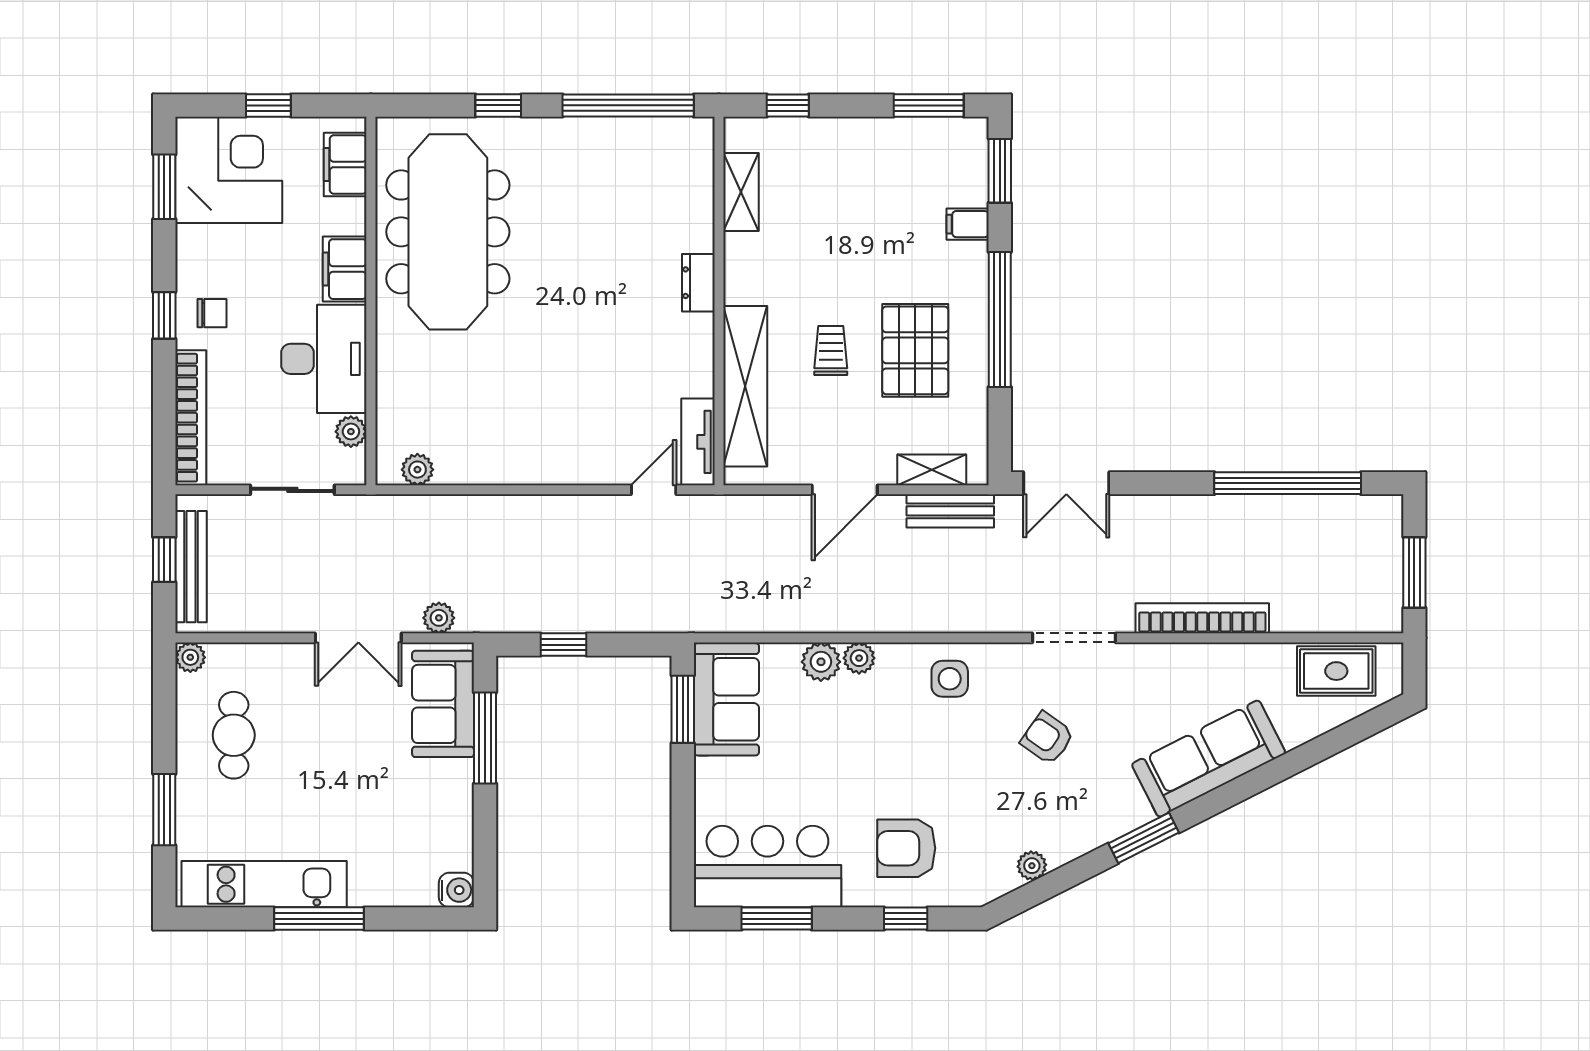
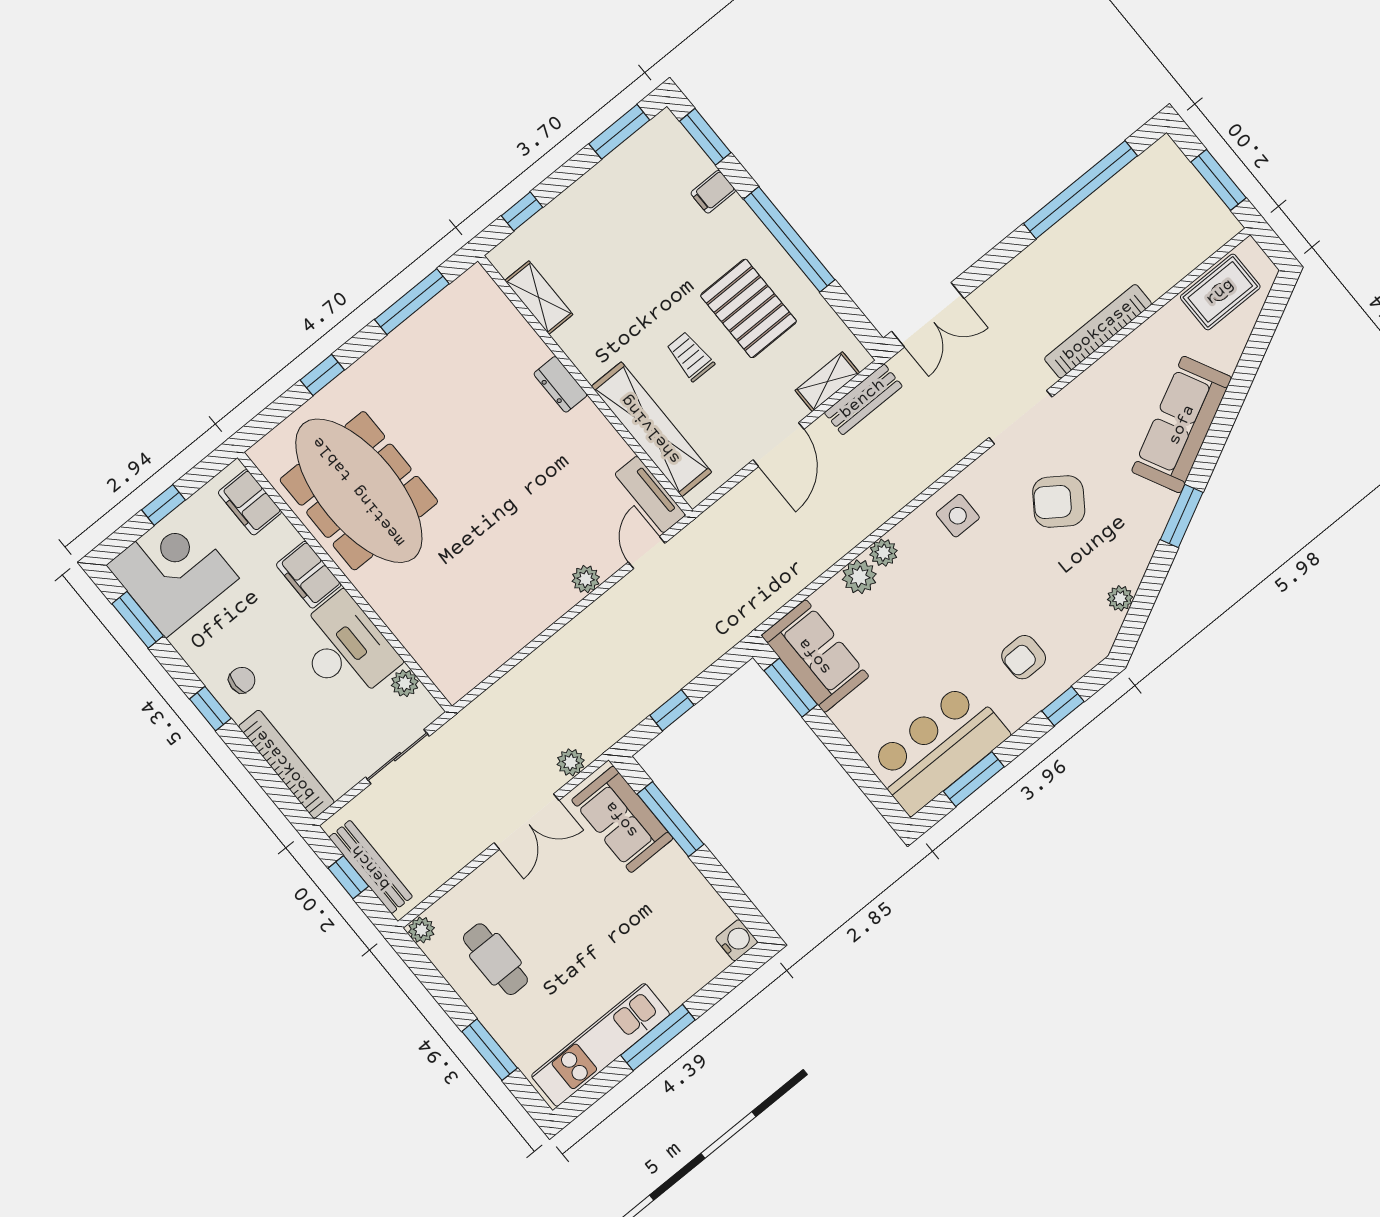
window: (628, 105) -> (412, 302), width x0.68
plant: (417, 470) -> (586, 579), moved
armchair: (1047, 738) -> (1059, 502), width x1.38, depth x1.38
armchair: (906, 848) -> (1024, 657), width x0.72, depth x0.72

